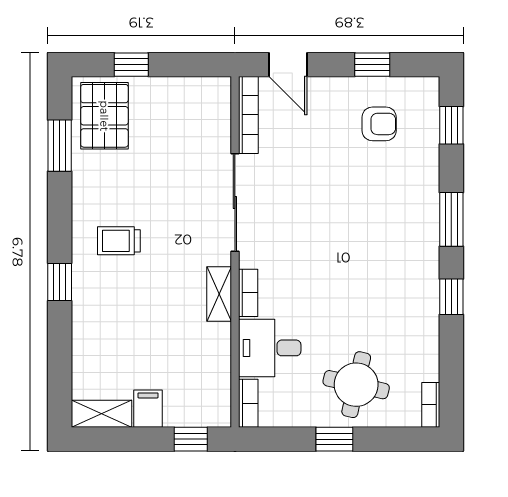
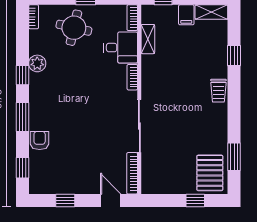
armchair: (379, 124) -> (40, 140), moved, turned 90
trolley: (119, 241) -> (218, 91), moved, turned 90
window: (60, 282) -> (234, 56), moved
shelving: (219, 294) -> (148, 39), moved
plant: (424, 318) -> (37, 63), added

